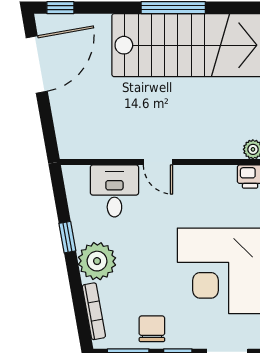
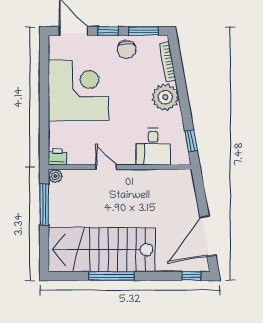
door: (158, 162) -> (106, 167), moved
window: (67, 237) -> (191, 141), moved

